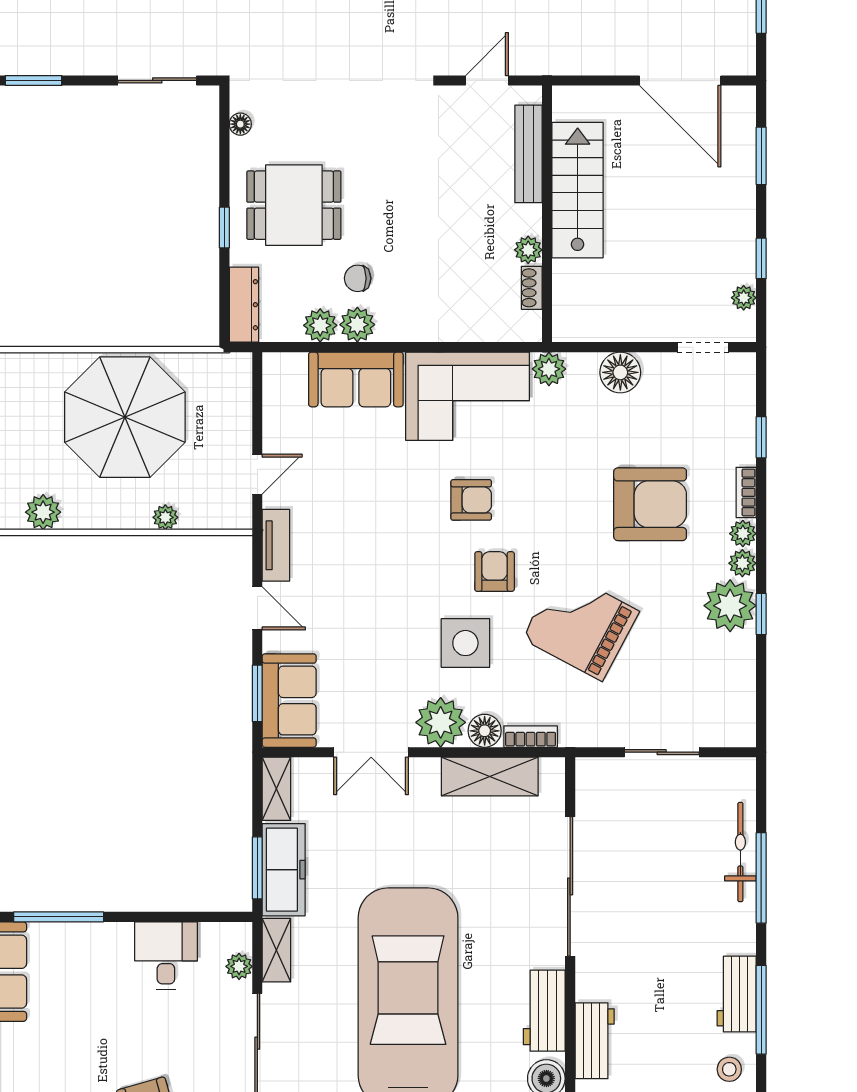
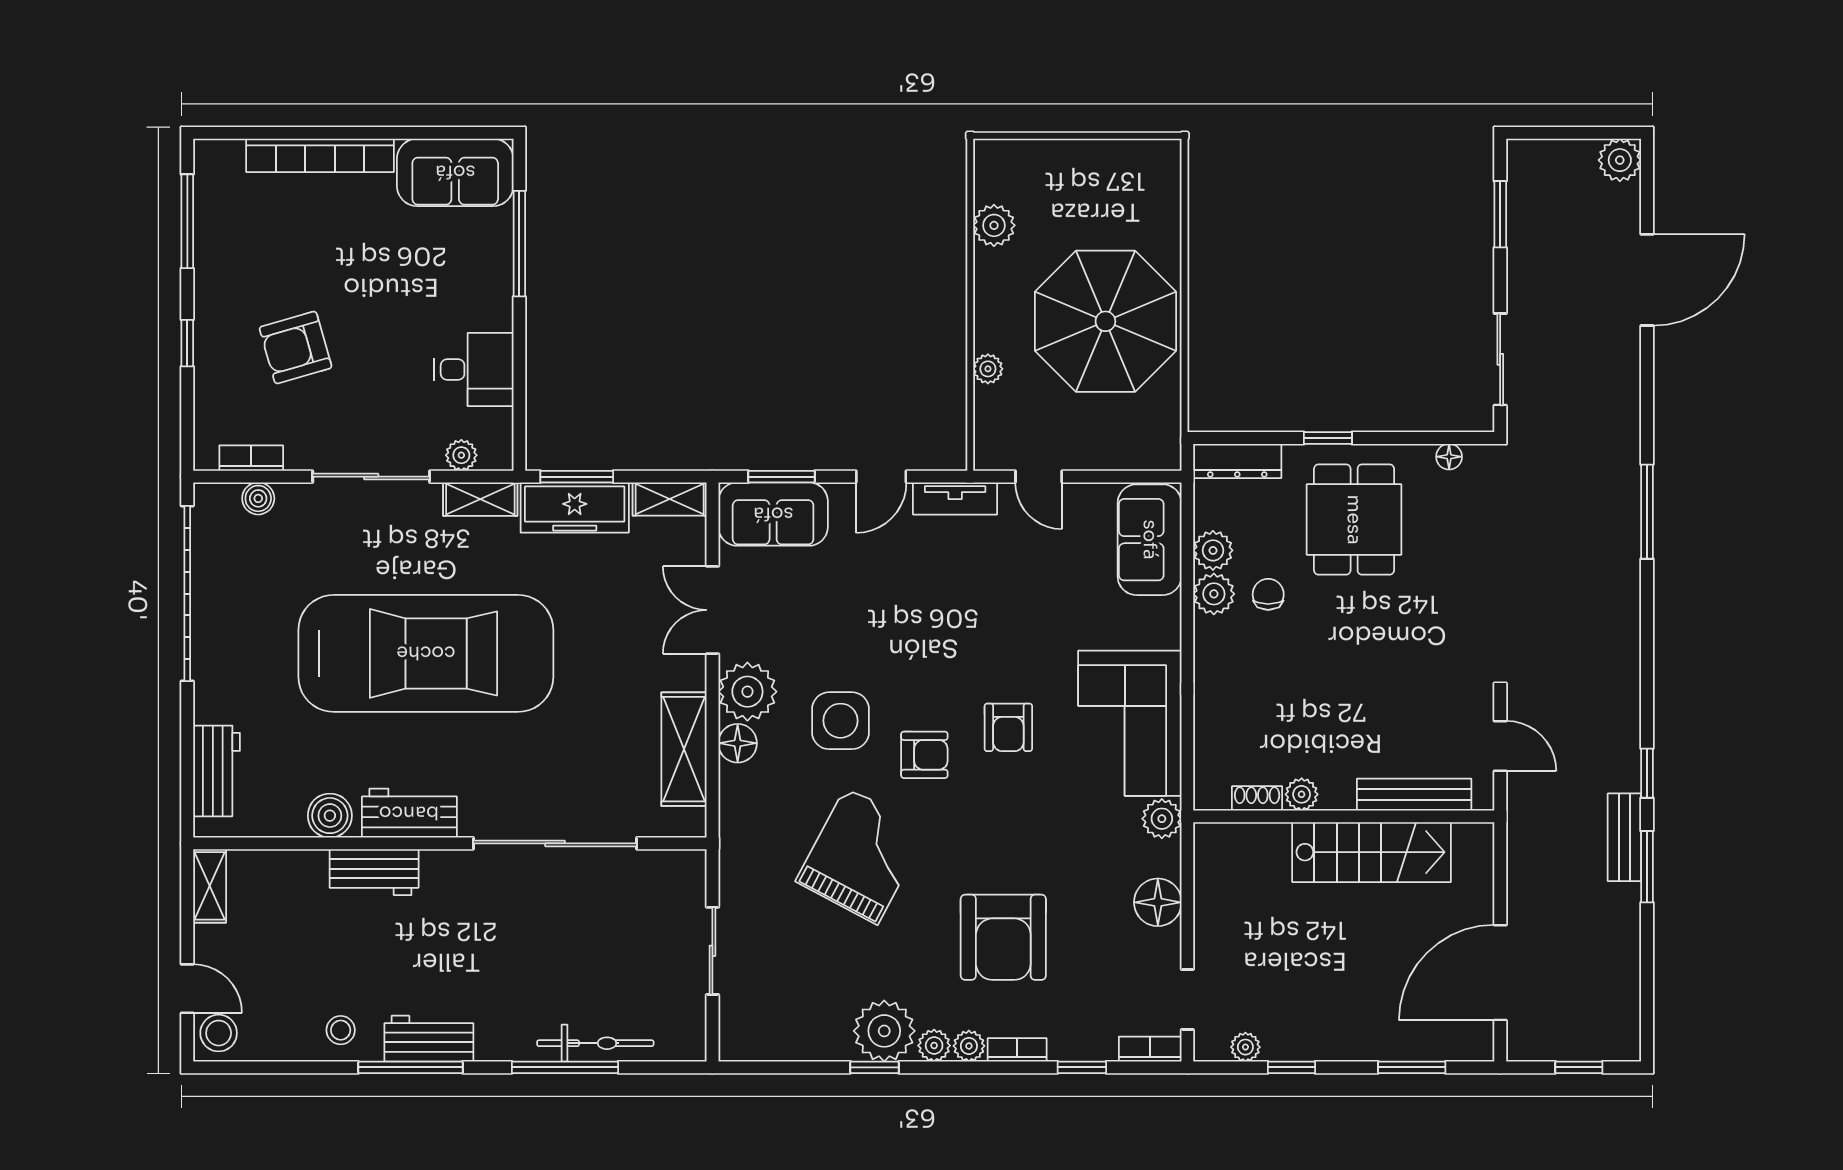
sofa: (356, 379) -> (1150, 540), moved
bookcase: (531, 737) -> (1150, 1049), moved, turned -90

